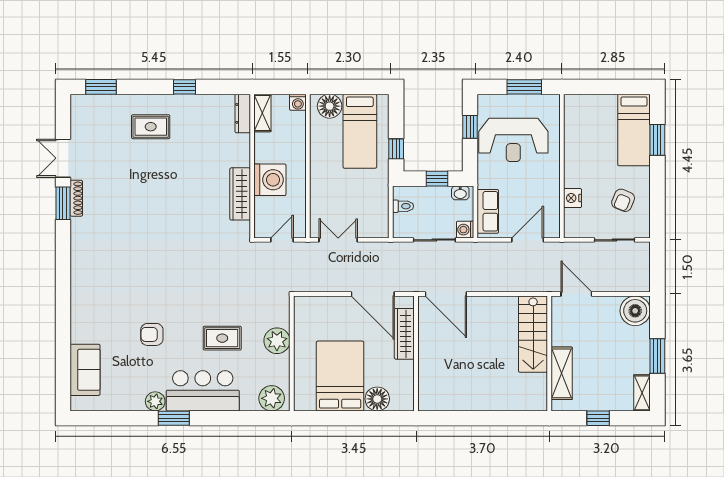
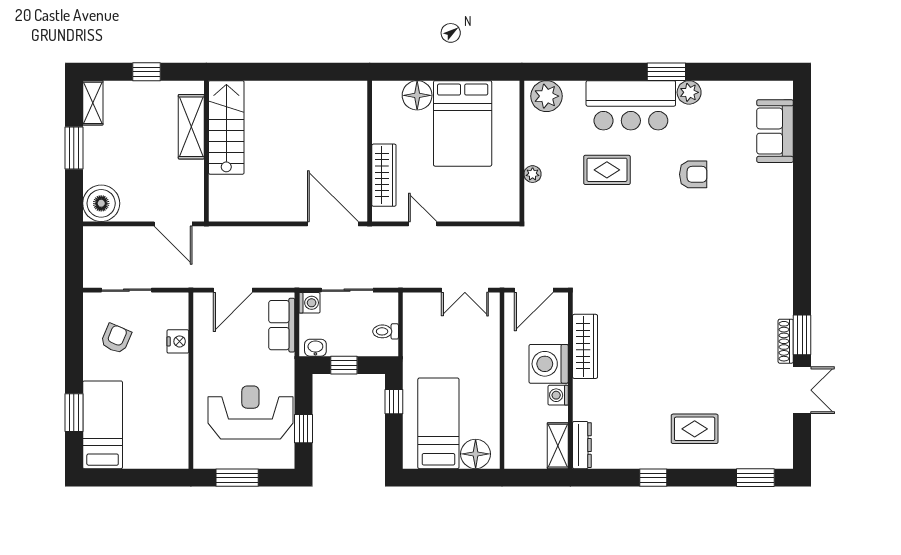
washing machine: (298, 102) -> (558, 395), moved, turned -90
door: (282, 240) -> (534, 290), width x1.38
door: (373, 294) -> (423, 224), width x0.53
stairs: (533, 334) -> (226, 127), moved
plant: (277, 341) -> (533, 174), width x0.53, depth x0.53

